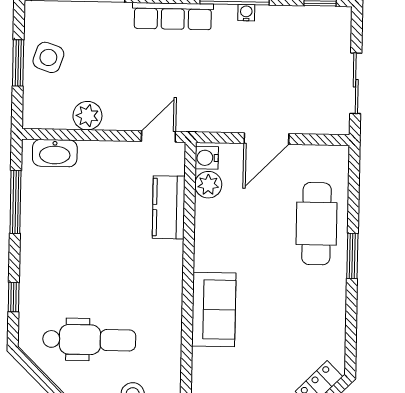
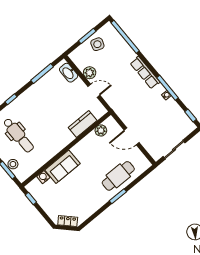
door: (158, 136) -> (94, 91), moved
water cooler: (207, 158) -> (43, 177), moved

